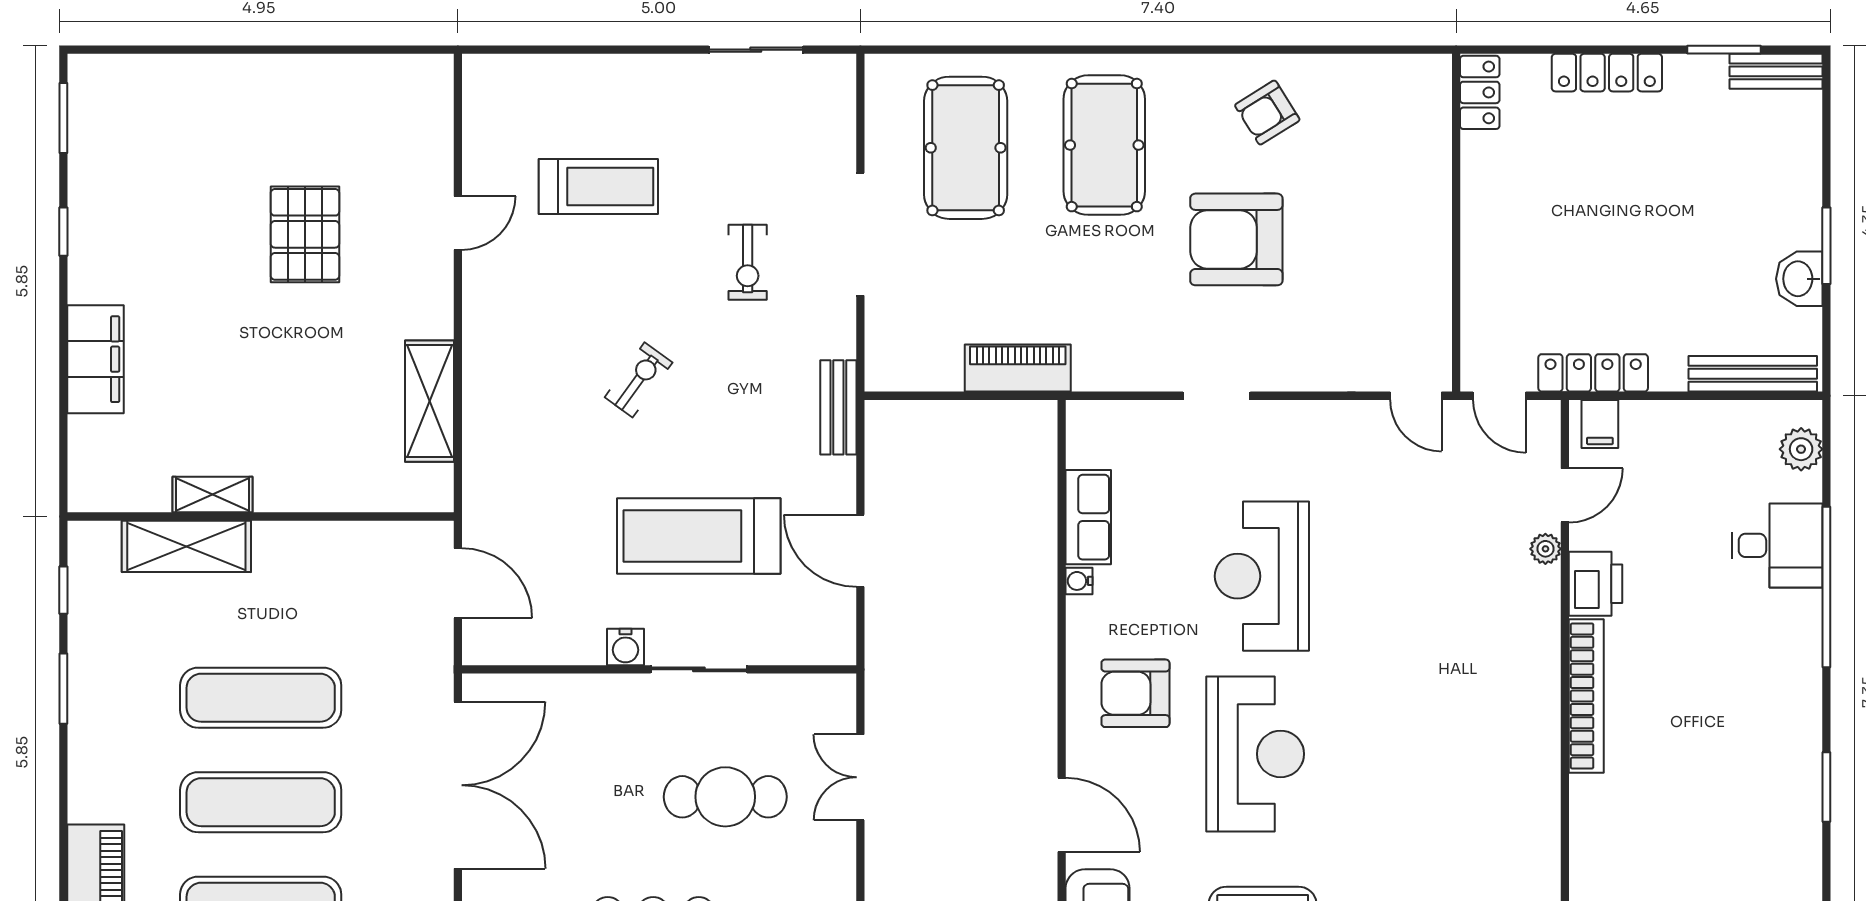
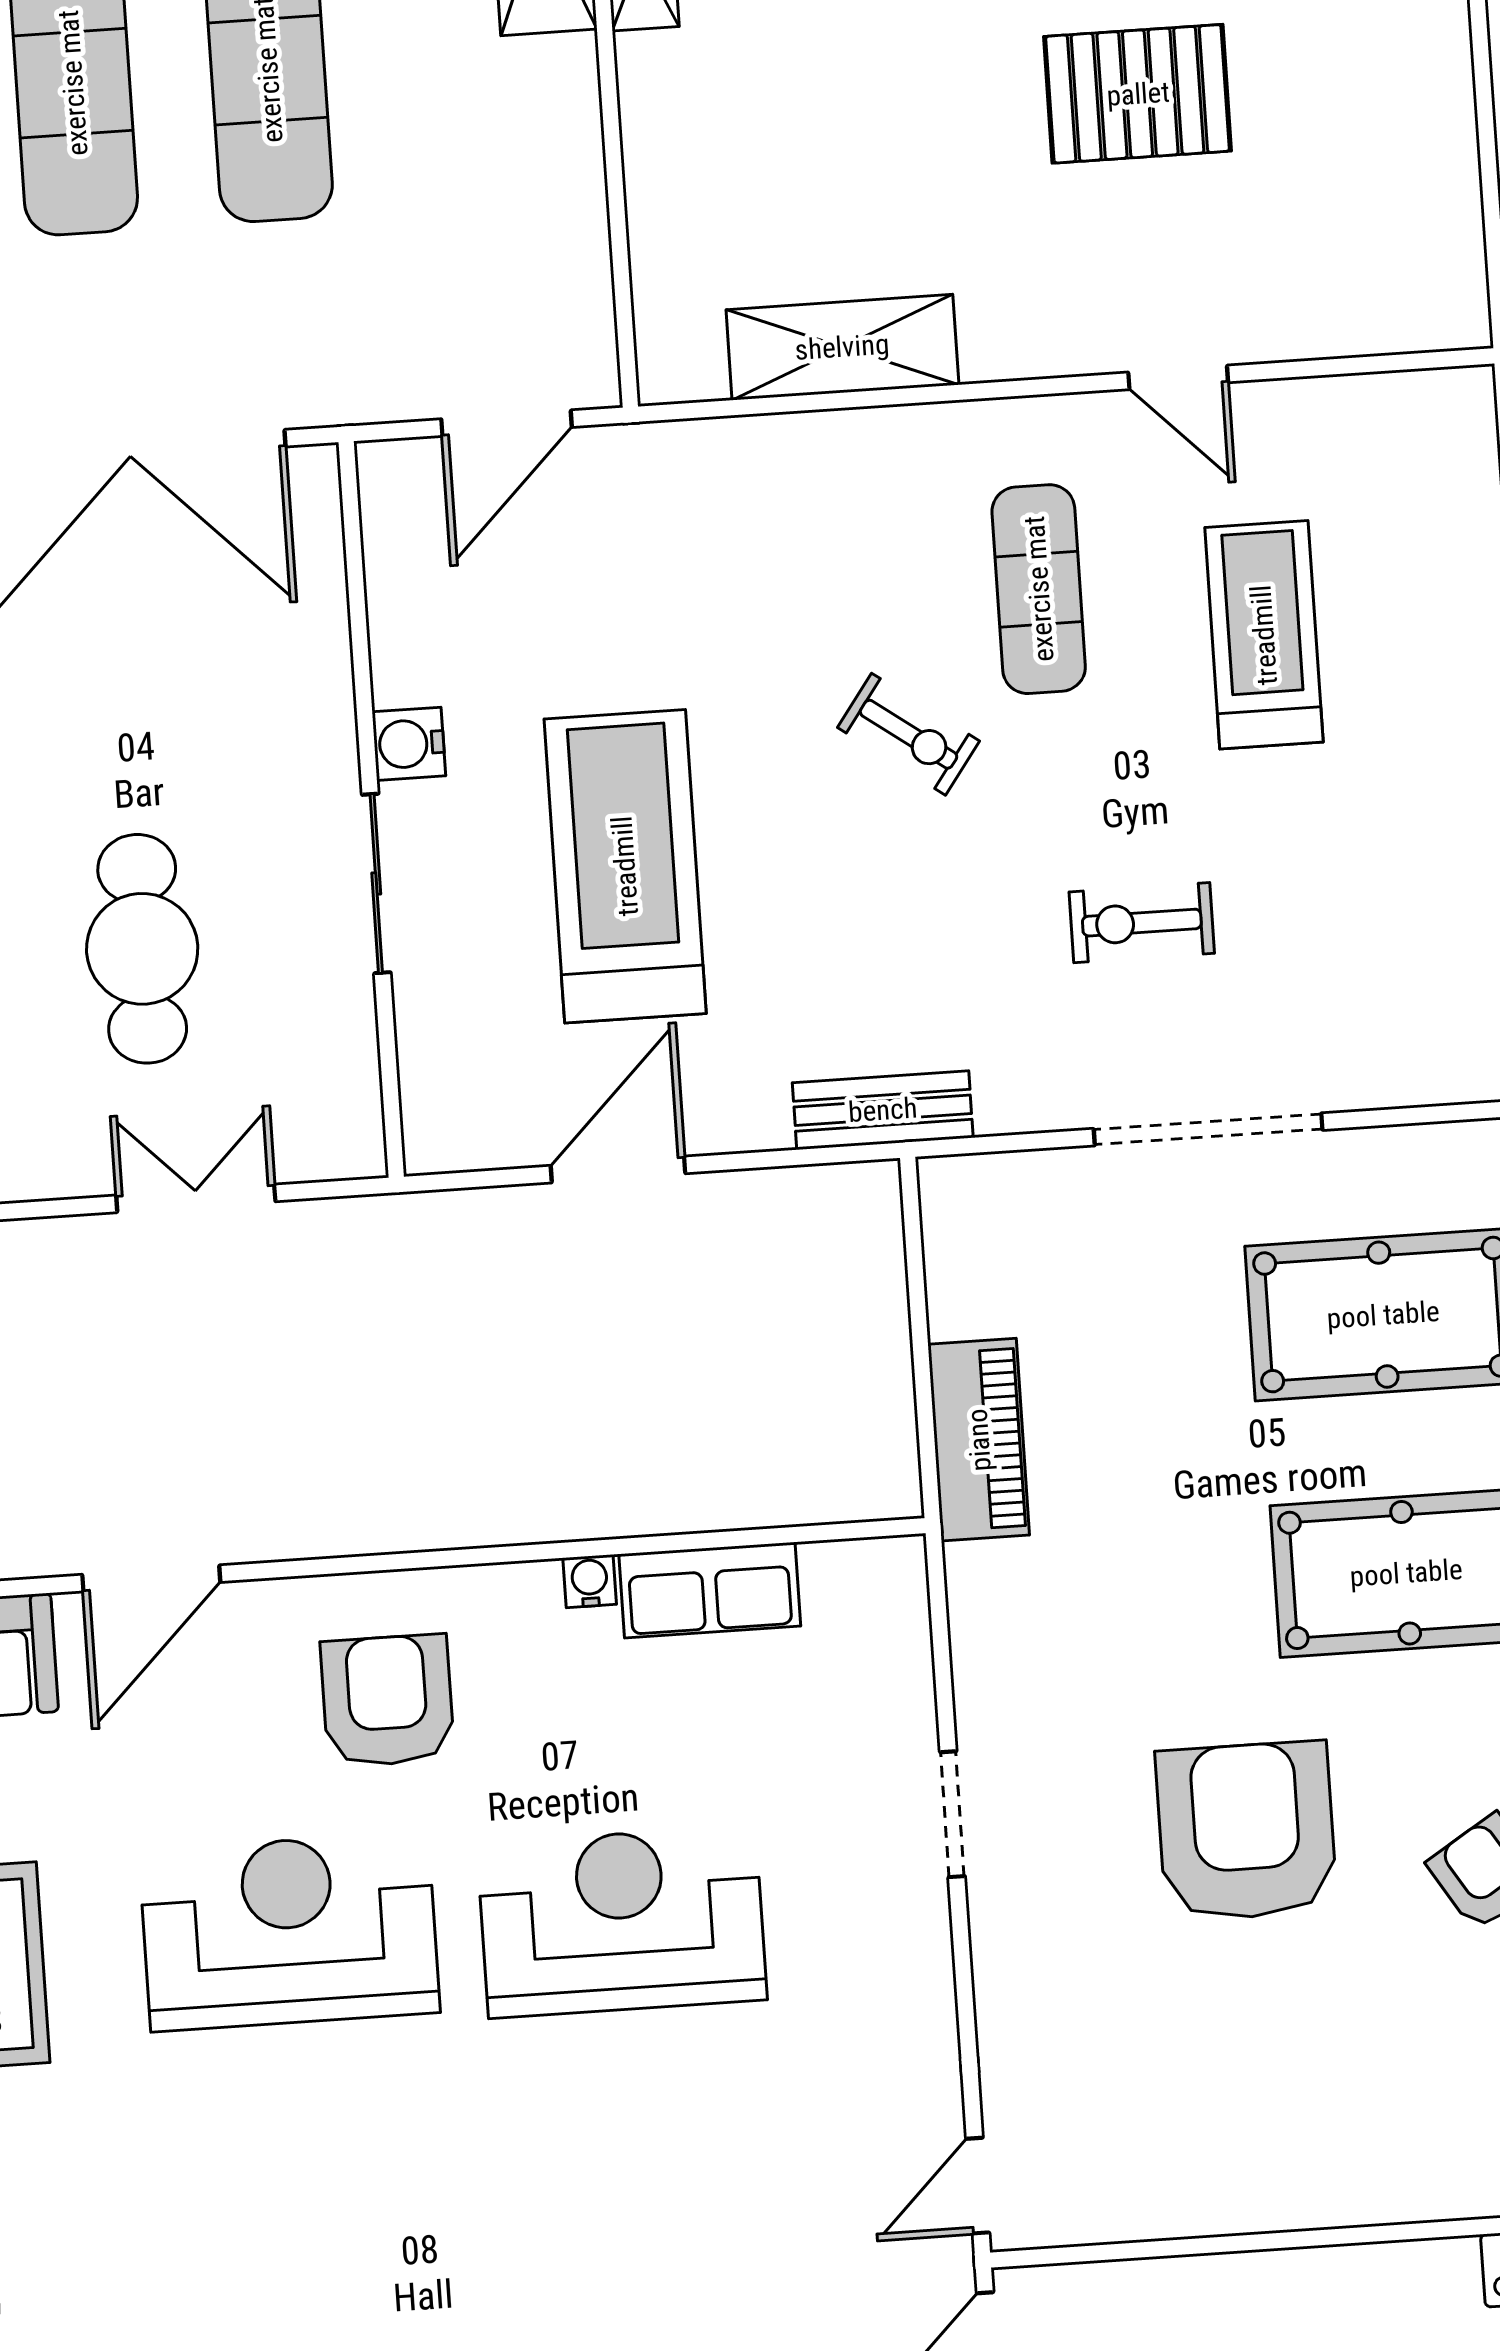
treadmill: (598, 187) -> (1264, 635), turned 180
exercise mat: (566, 305) -> (1039, 589), added
reception desk: (1255, 754) -> (289, 1931), turned 180

